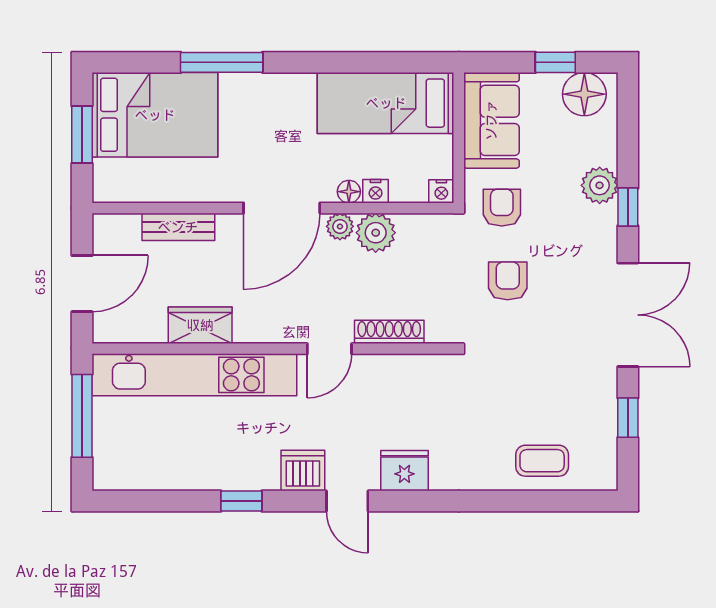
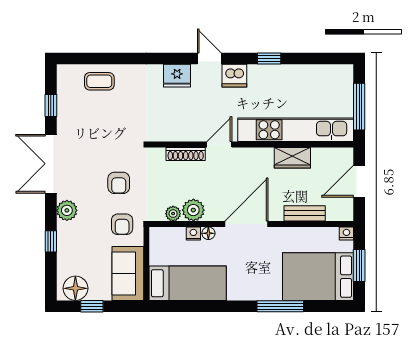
plant: (600, 185) -> (67, 210), moved
nightstand: (441, 191) -> (346, 233), moved
window: (628, 207) -> (51, 241), moved
plant: (340, 226) -> (173, 214), moved

